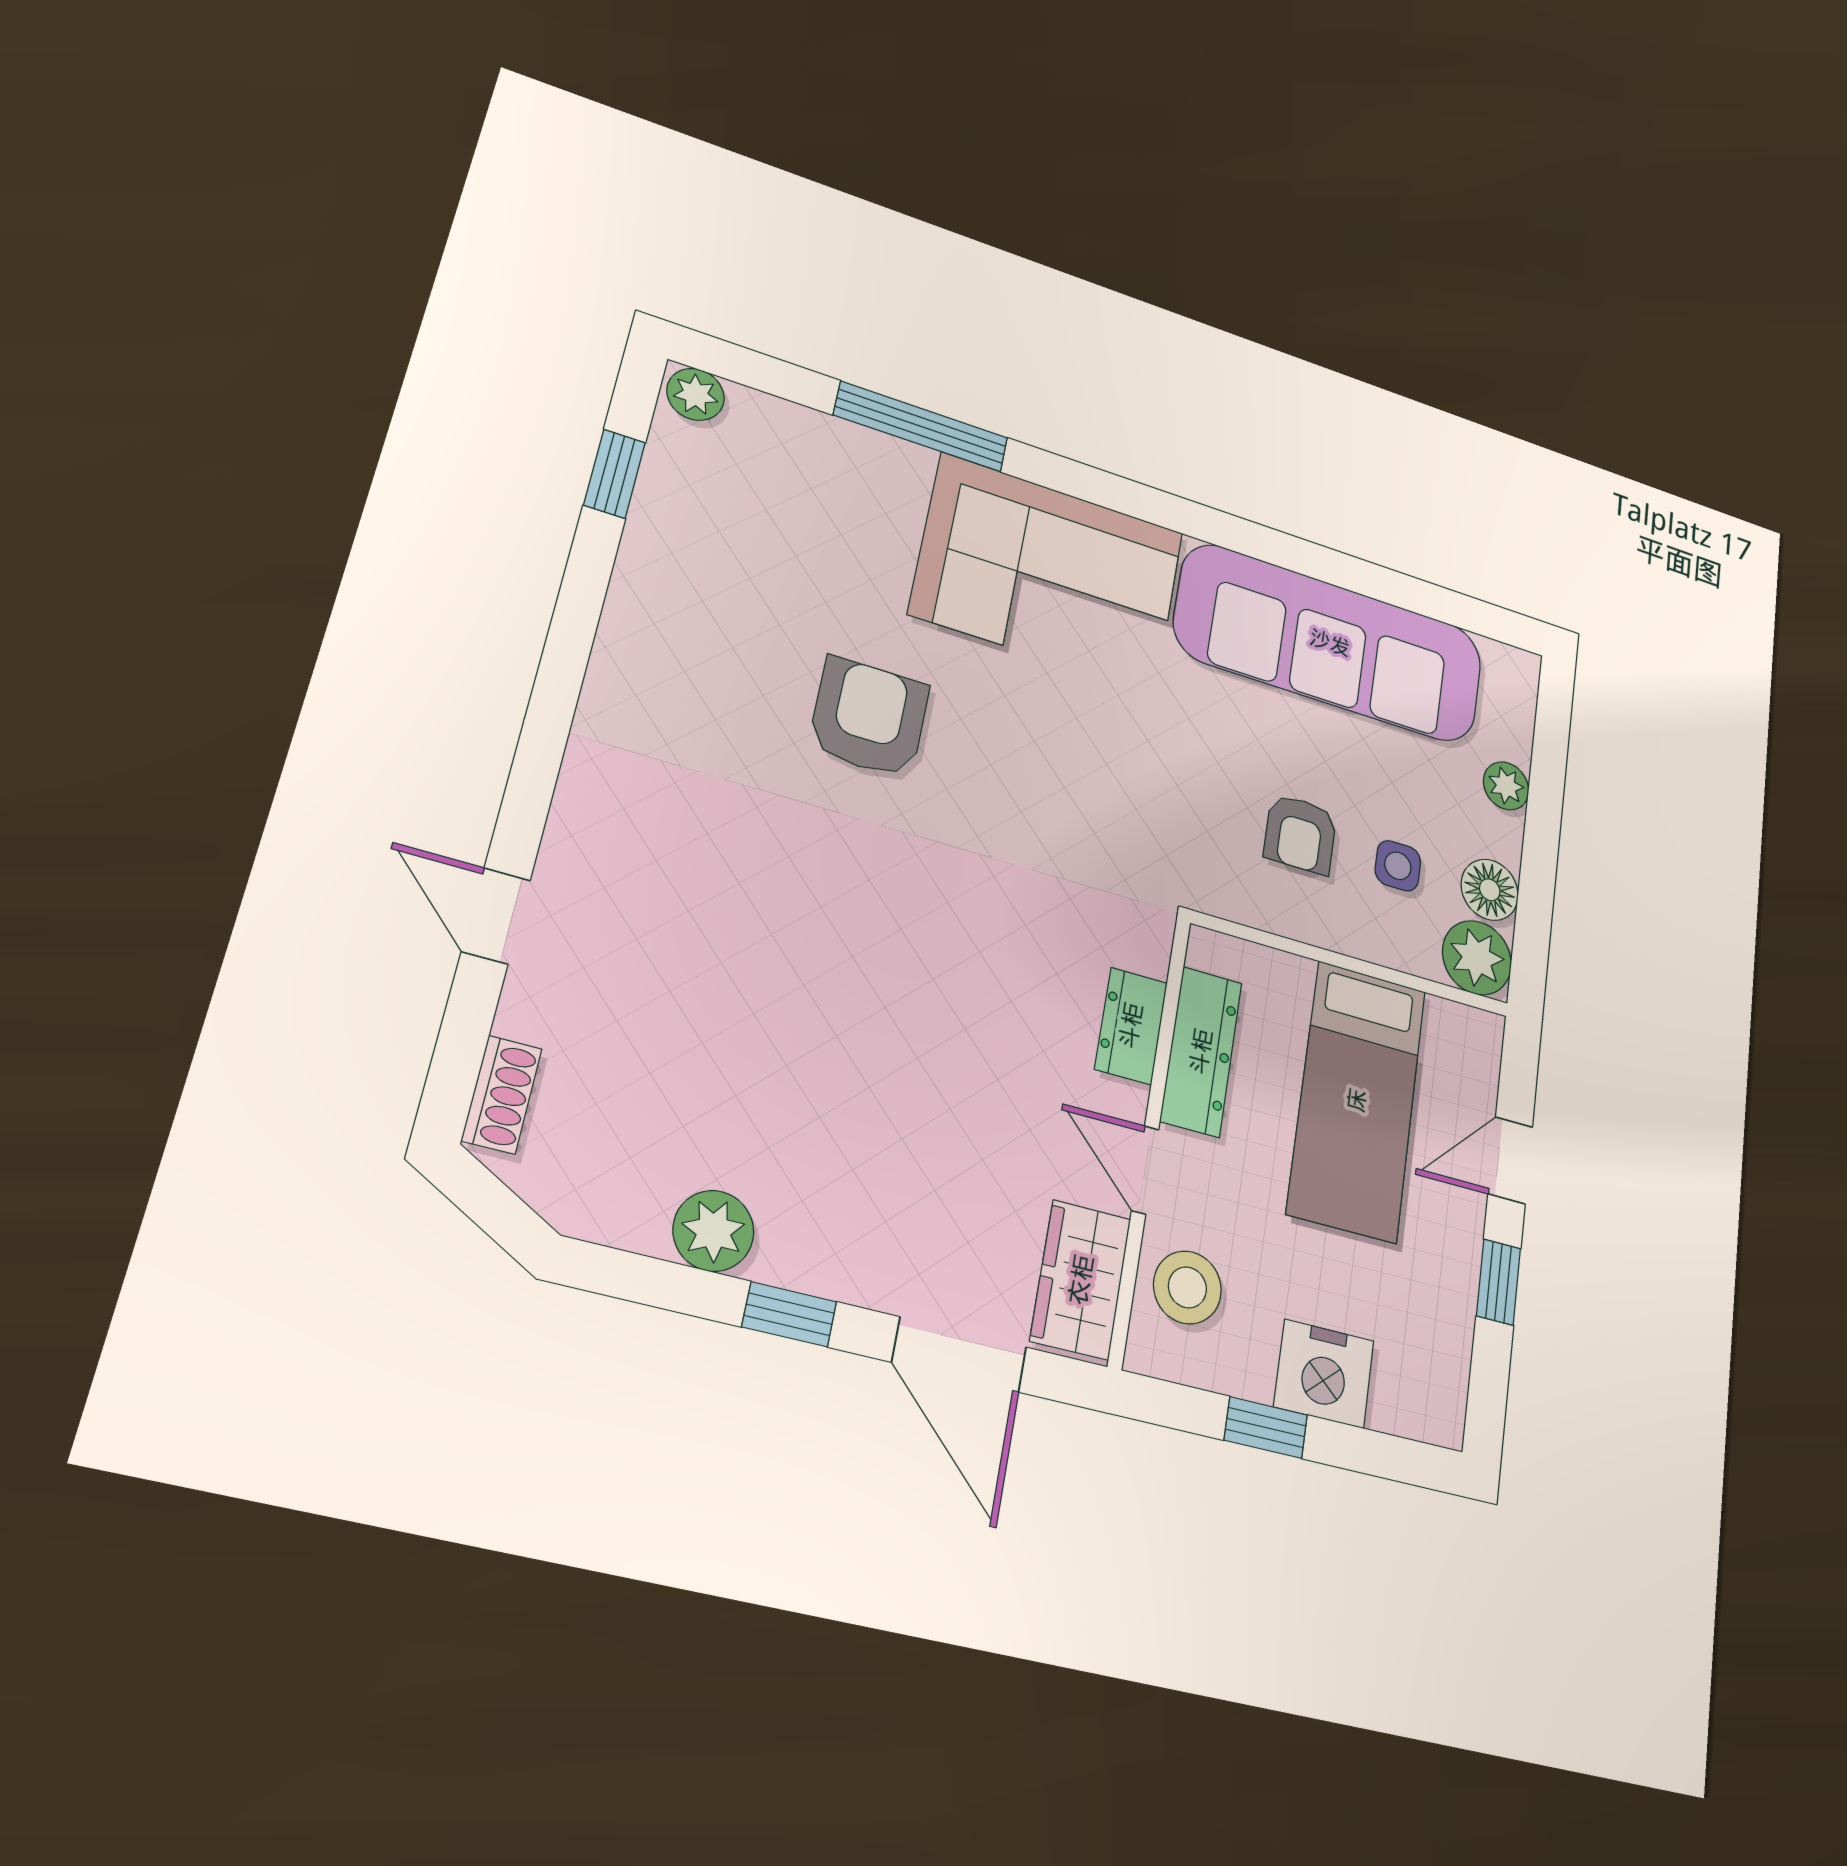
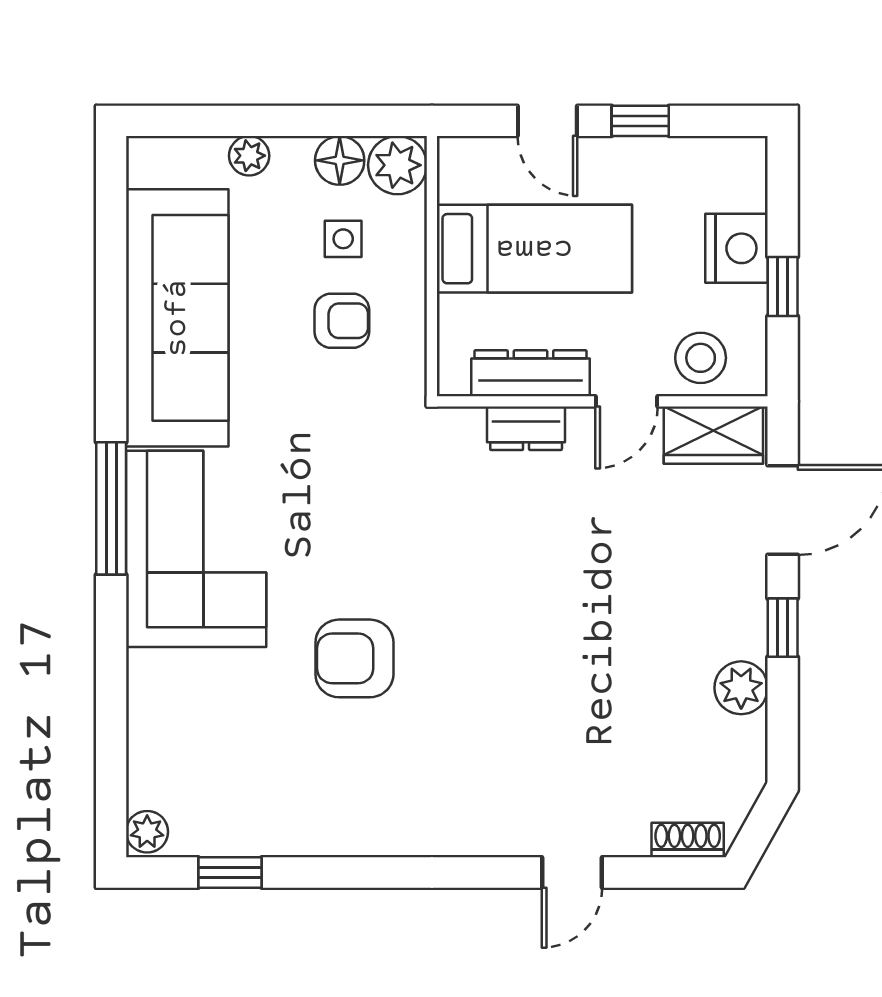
window: (921, 426) -> (111, 508), moved

